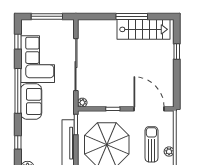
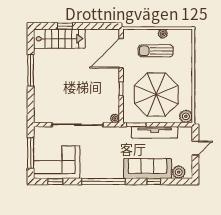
stairs: (143, 29) -> (59, 39), moved, turned 90
corner sofa: (38, 59) -> (57, 162), moved
sofa: (31, 101) -> (147, 169), moved, width x1.36

